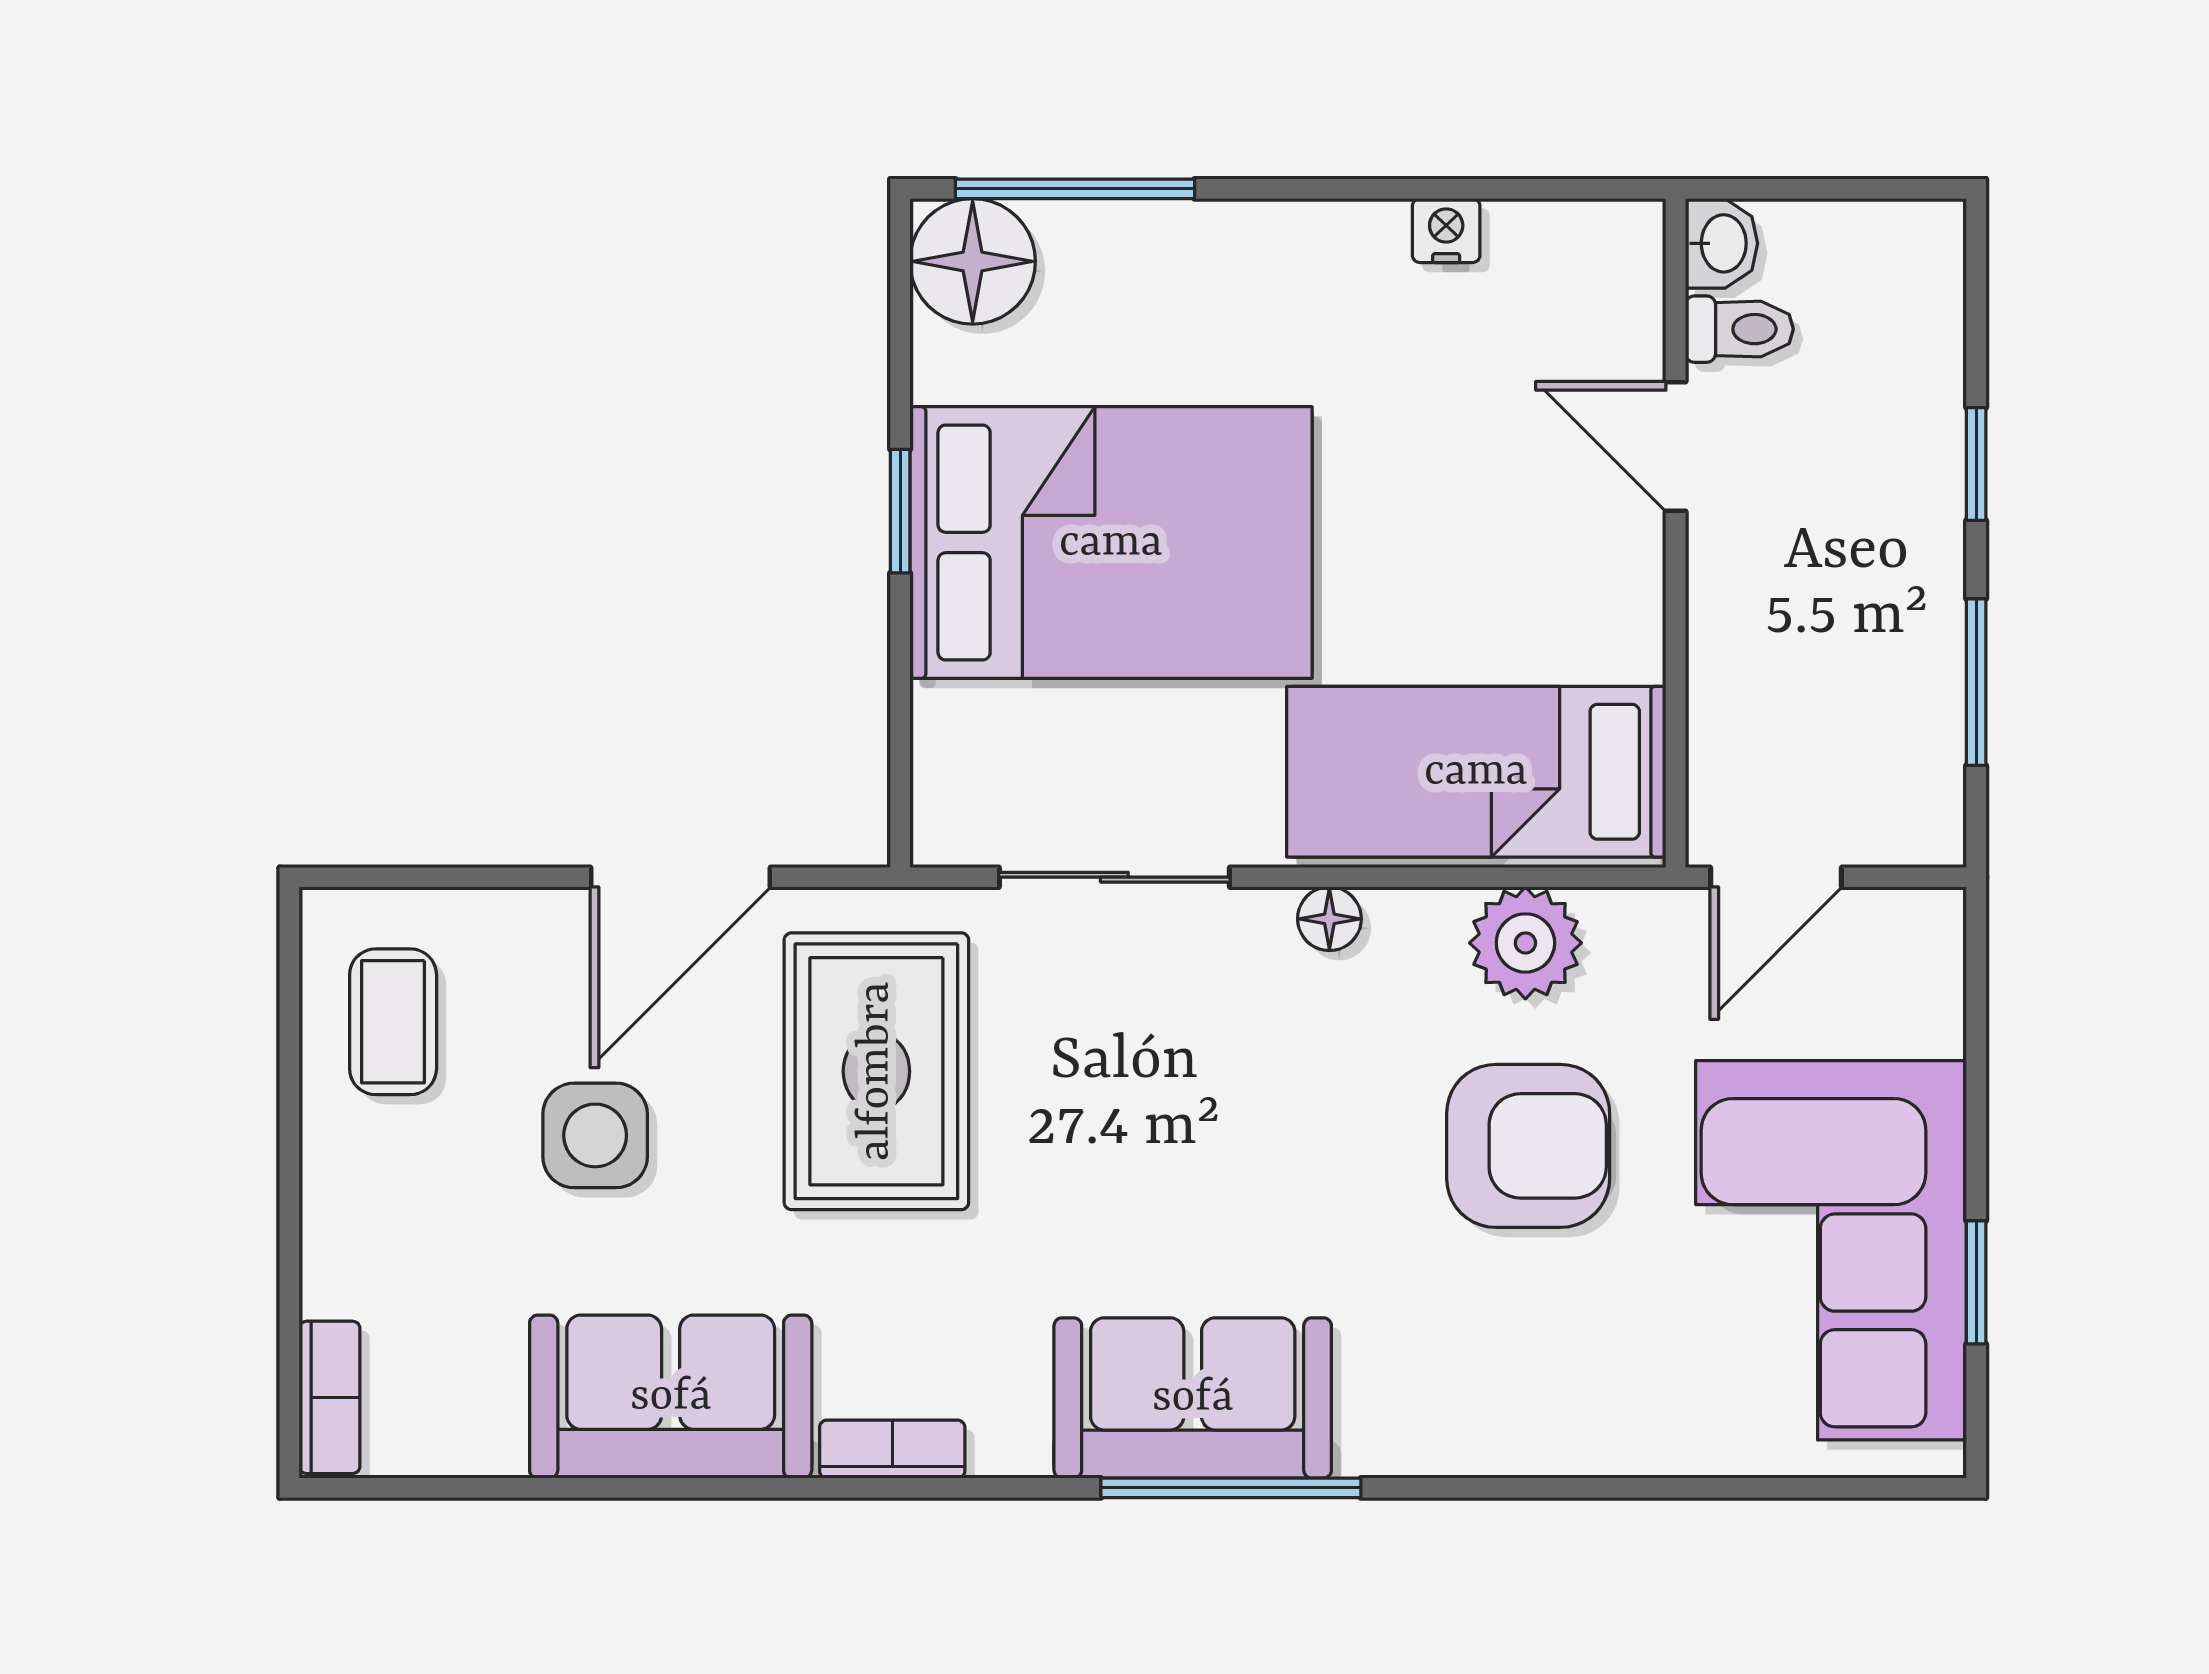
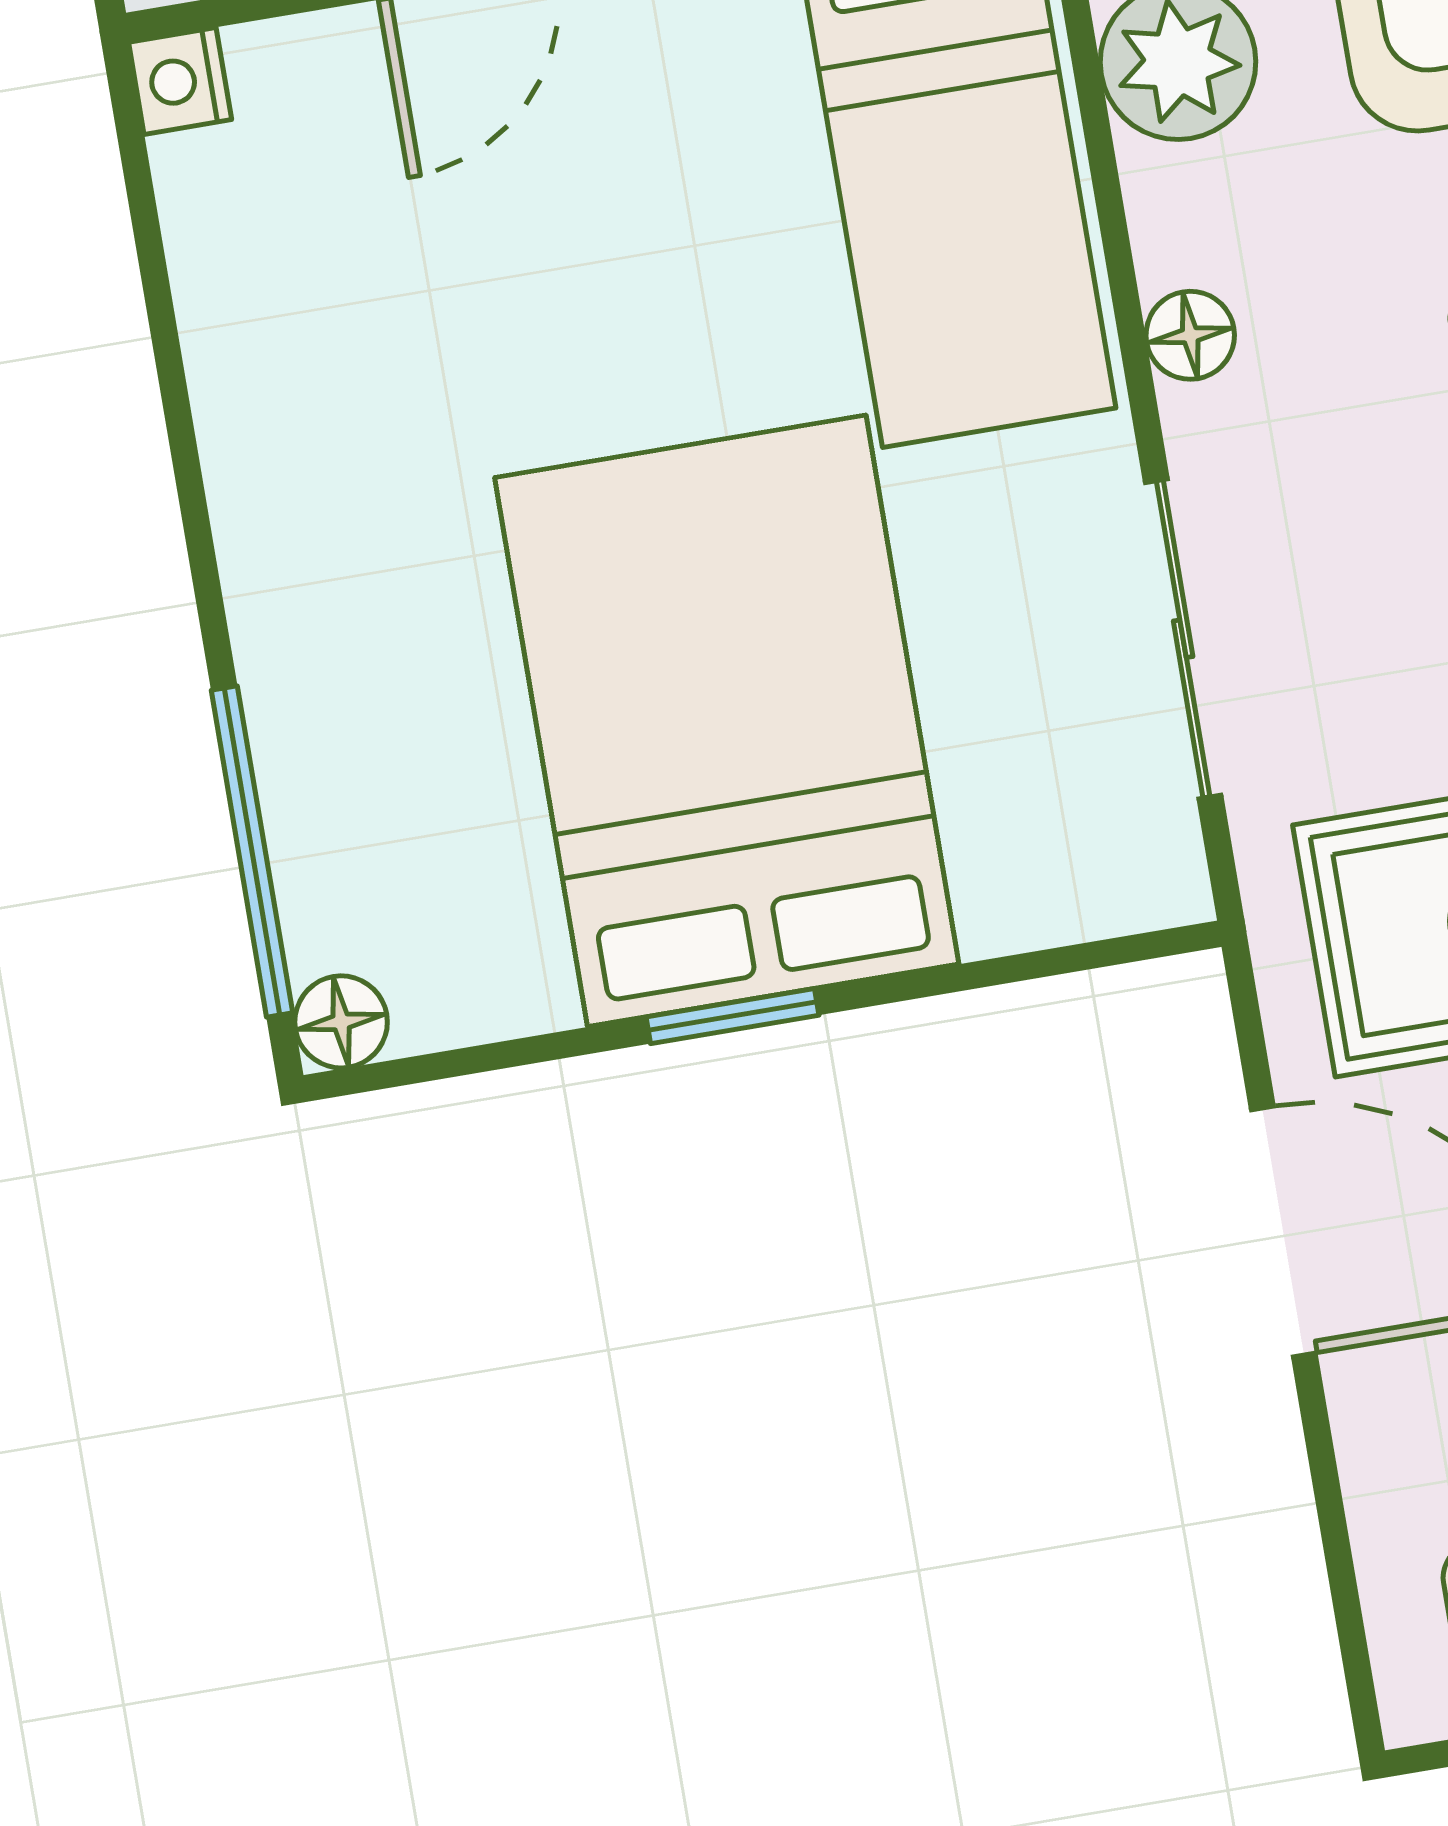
nightstand: (1446, 231) -> (180, 81), moved
floor lamp: (973, 261) -> (341, 1022), width x0.53, depth x0.53

